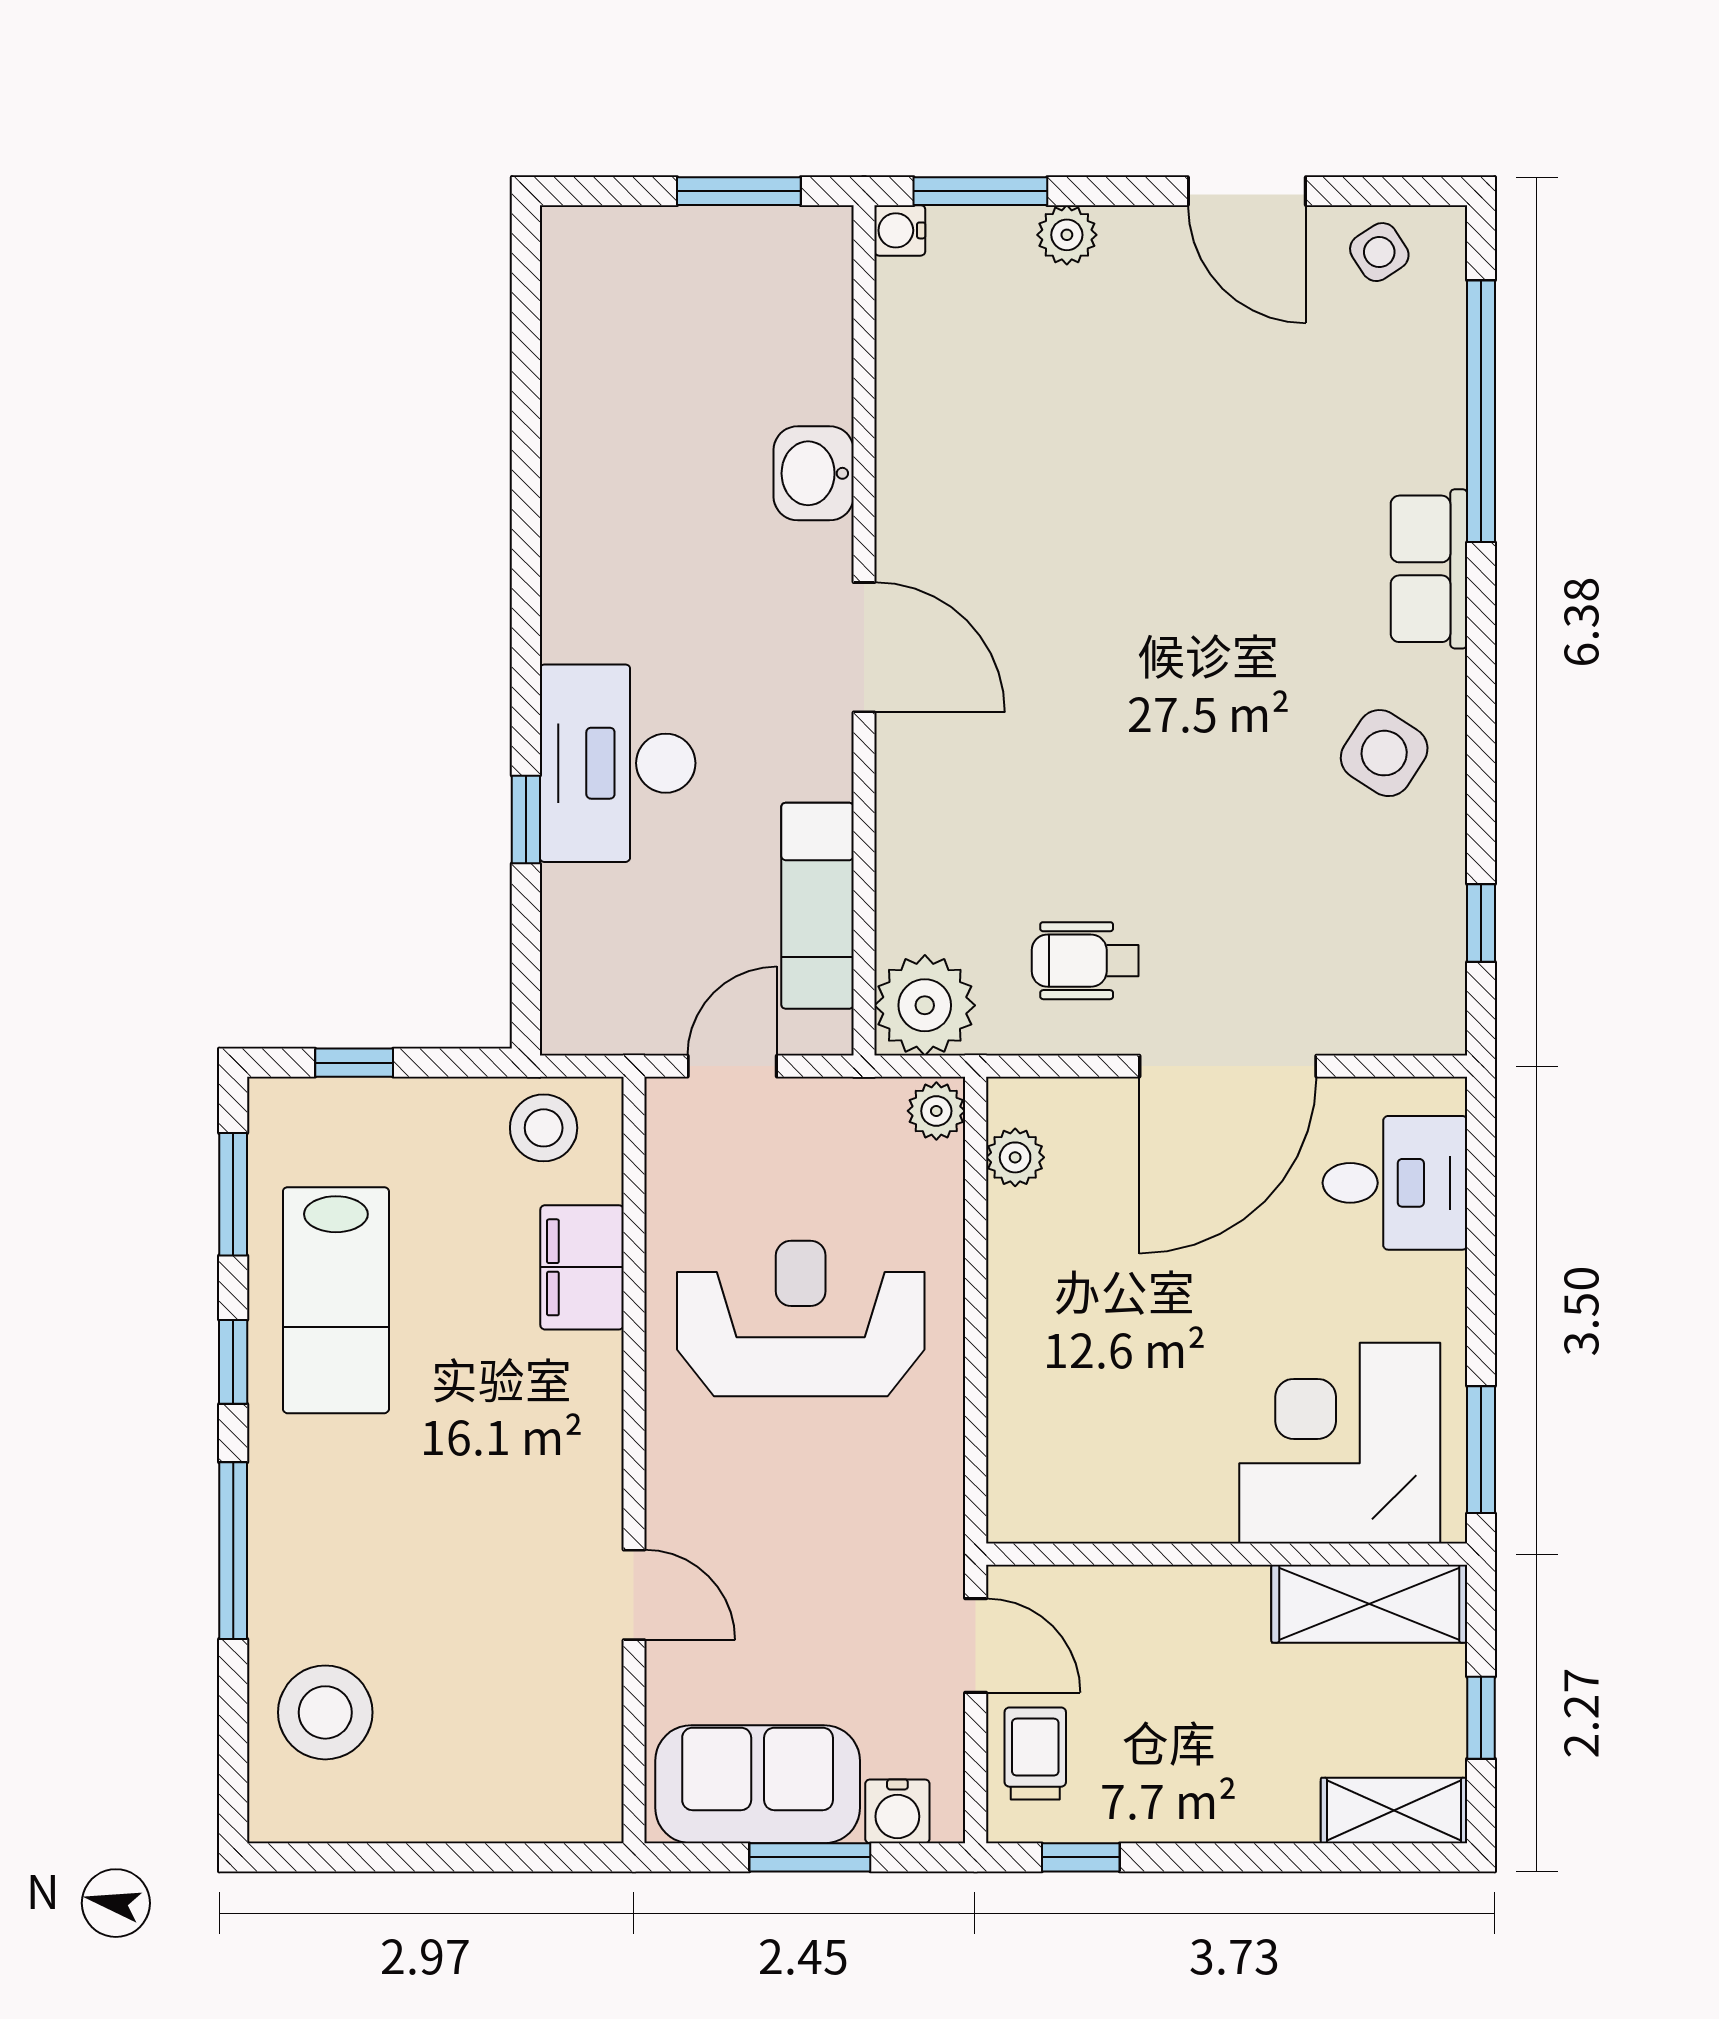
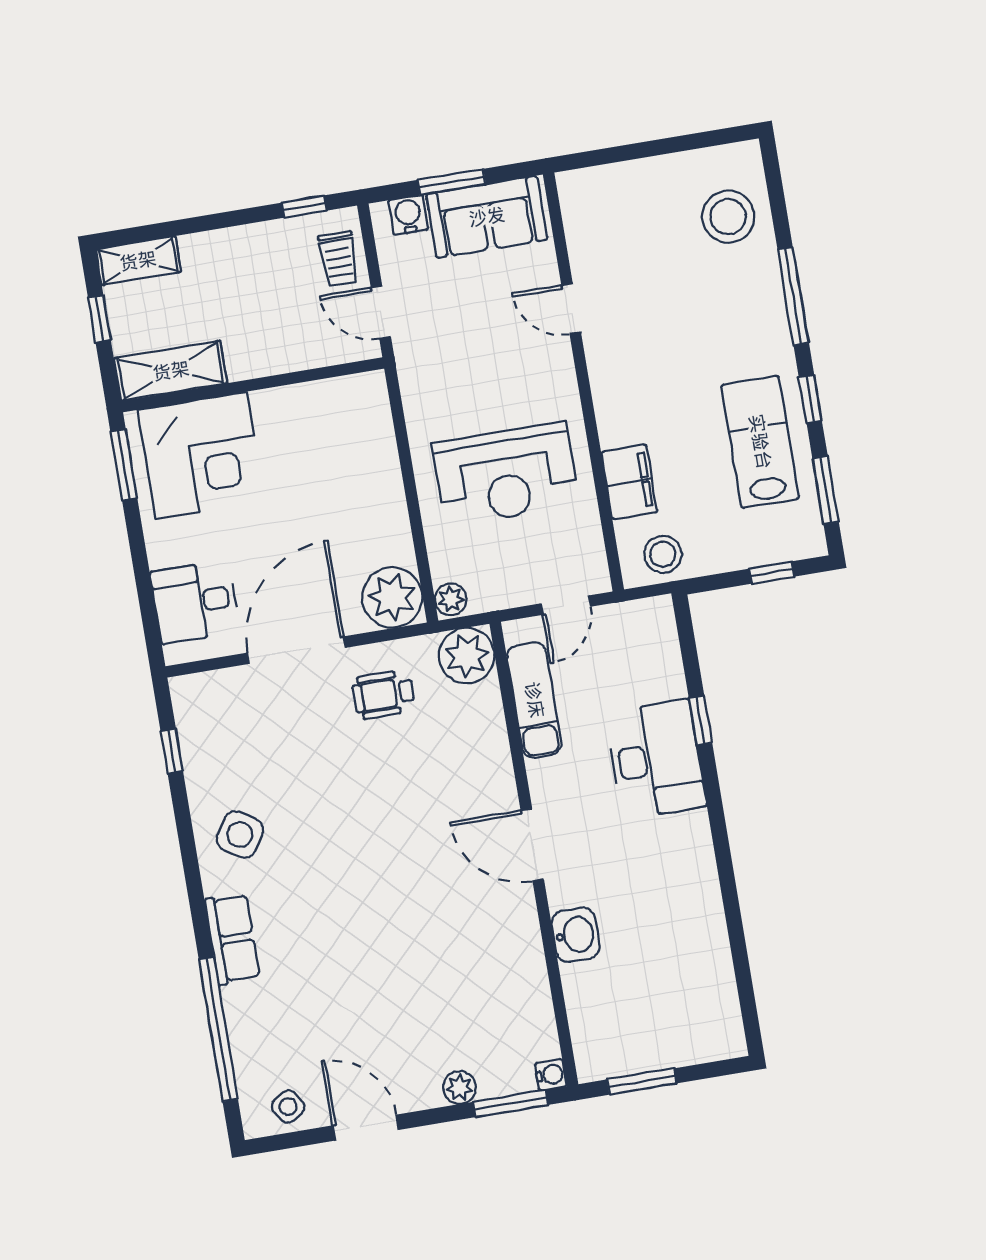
wheelchair: (1085, 961) -> (384, 695), turned 180
plant: (1015, 1157) -> (392, 597), width x1.87, depth x1.87

